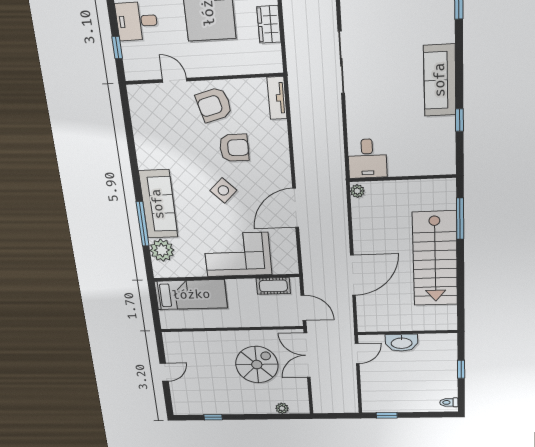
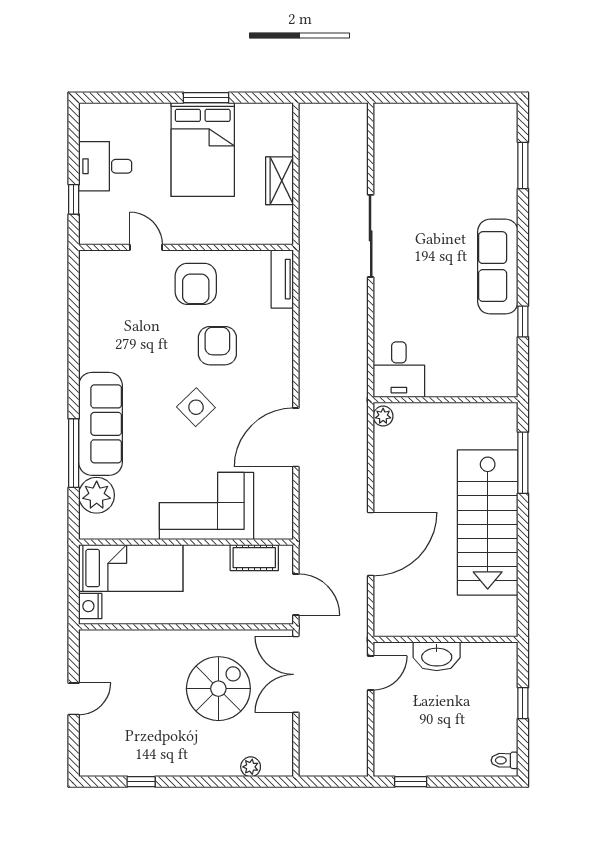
armchair: (214, 105) -> (196, 284), turned -75
armchair: (234, 148) -> (217, 346), turned -90
nightstand: (167, 318) -> (90, 606), added

